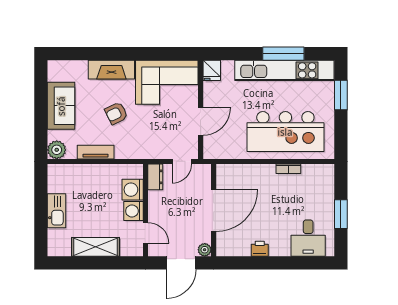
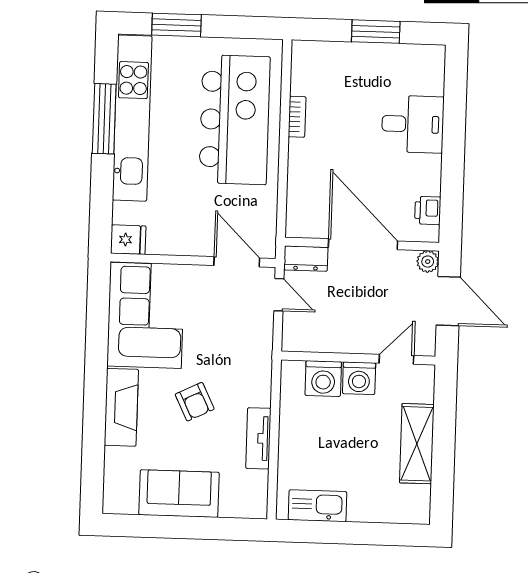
door: (201, 121) -> (237, 262), moved
plant: (57, 150) -> (252, 503), removed
dresser: (155, 177) -> (306, 259), moved, turned 180
kitchen sink: (56, 211) -> (318, 506), moved
desk: (308, 238) -> (413, 124), moved
printer: (260, 249) -> (428, 210), moved

